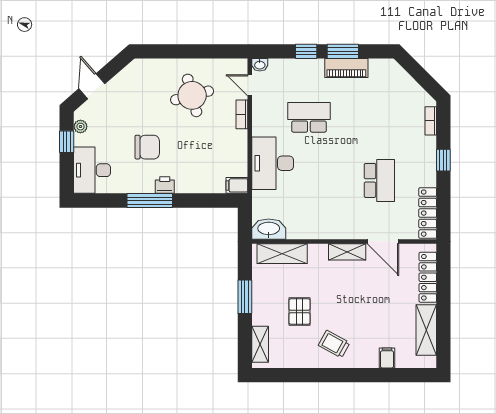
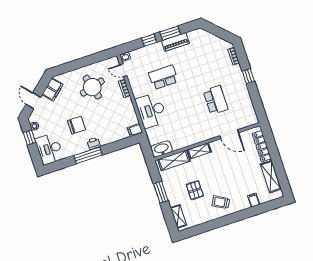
filing cabinet: (128, 78) -> (53, 89), added
locker: (428, 213) -> (249, 110), removed
shelving: (347, 252) -> (199, 151), moved

